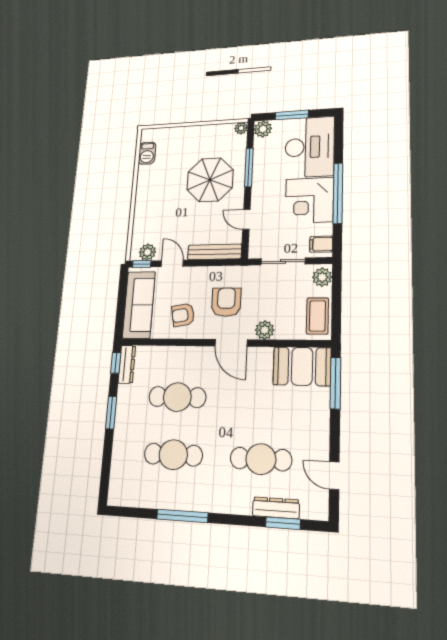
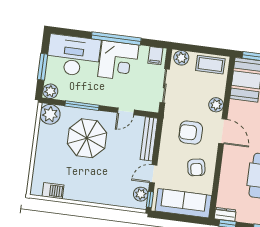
plant: (241, 128) -> (50, 114), width x1.87, depth x1.87
door: (231, 343) -> (223, 131), hinge flipped
dresser: (127, 364) -> (225, 214), width x0.70

